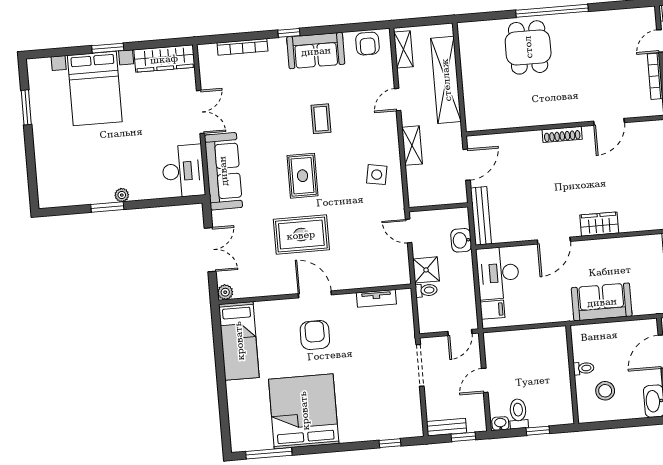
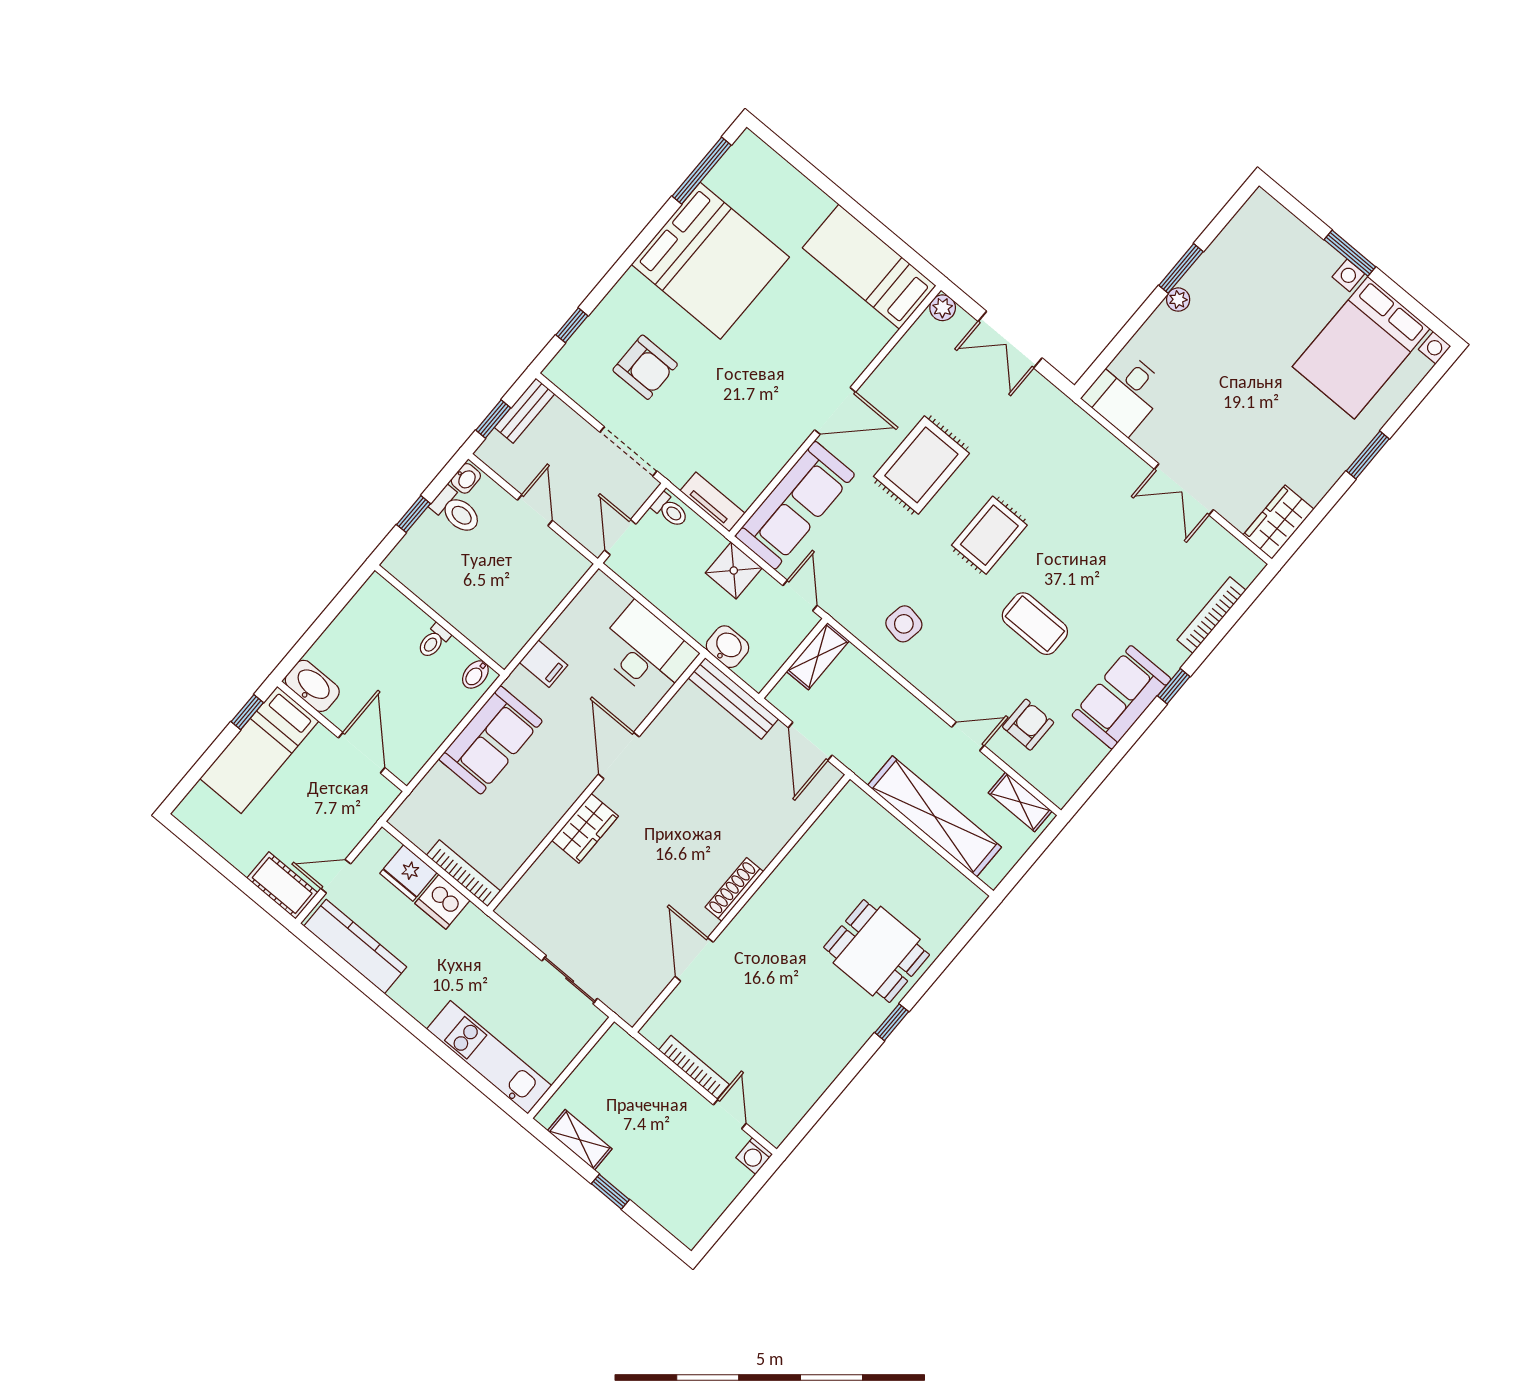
window: (552, 11) -> (892, 1022), width x0.32
armchair: (368, 44) -> (1028, 725), moved, turned 90
wardrobe: (164, 59) -> (1279, 522), width x0.67
bed with nightstands: (95, 89) -> (1361, 348), moved, turned -90
door: (398, 100) -> (968, 736), hinge flipped
window: (26, 107) -> (1350, 253), moved
coffee table: (321, 119) -> (1035, 624), width x1.36, depth x1.30
shelving: (412, 146) -> (818, 656), moved, turned 90
desk: (183, 171) -> (1126, 393), width x0.73
sofa: (223, 171) -> (795, 505), moved, turned -90
rug: (303, 176) -> (989, 535), turned 90
door: (409, 231) -> (800, 595), hinge flipped
toilet: (426, 290) -> (670, 510), moved, turned -90
tv unit: (376, 298) -> (713, 502), moved, turned 90
filing cabinet: (492, 310) -> (544, 664), moved, turned -90
armchair: (315, 335) -> (645, 367), moved
bidet: (580, 336) -> (475, 675), added
stool: (605, 391) -> (382, 640), removed

